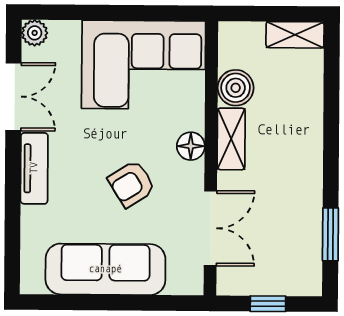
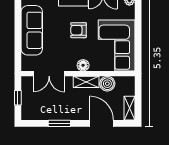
door: (331, 103) -> (101, 123), added
armchair: (132, 184) -> (79, 30), moved, turned -58
window: (330, 234) -> (59, 123), moved

